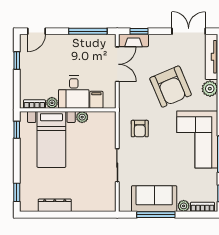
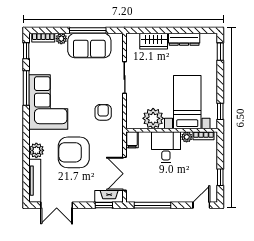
armchair: (171, 87) -> (74, 152), turned -67
filing cabinet: (96, 100) -> (132, 140), moved
plant: (82, 117) -> (153, 118), width x1.87, depth x1.87
wardrobe: (87, 203) -> (154, 41), added

